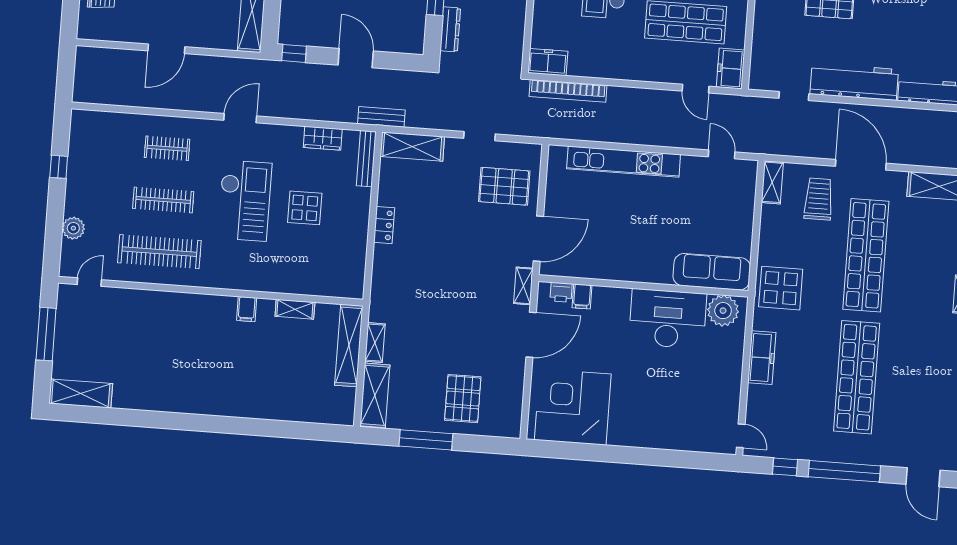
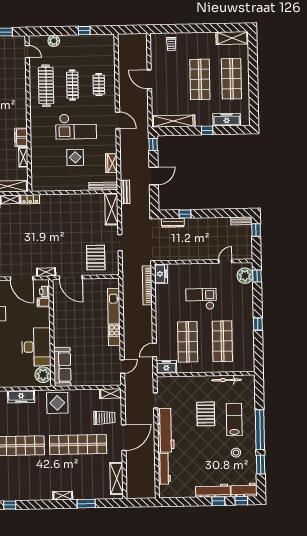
locker: (384, 225) -> (30, 199), moved
filing cabinet: (247, 309) -> (21, 137), width x2.00

